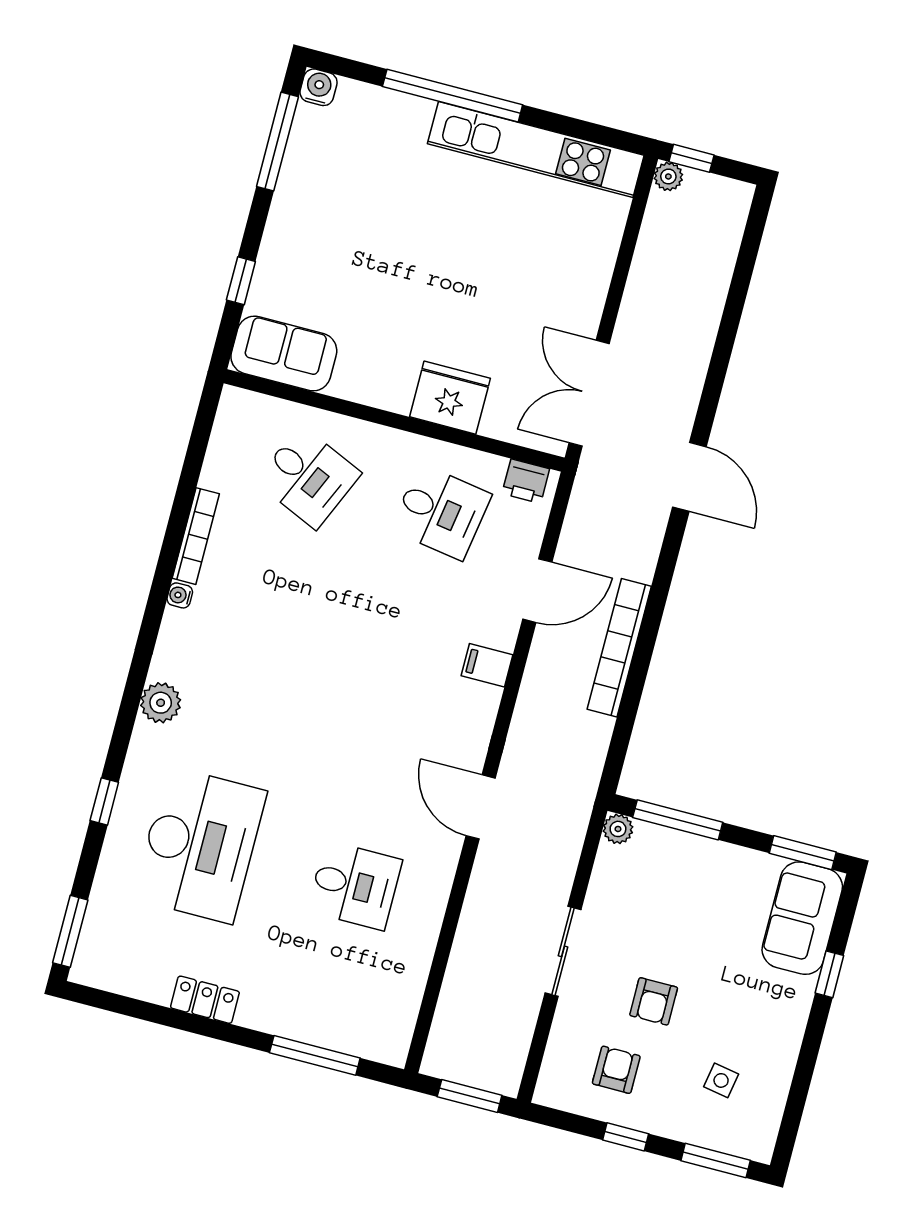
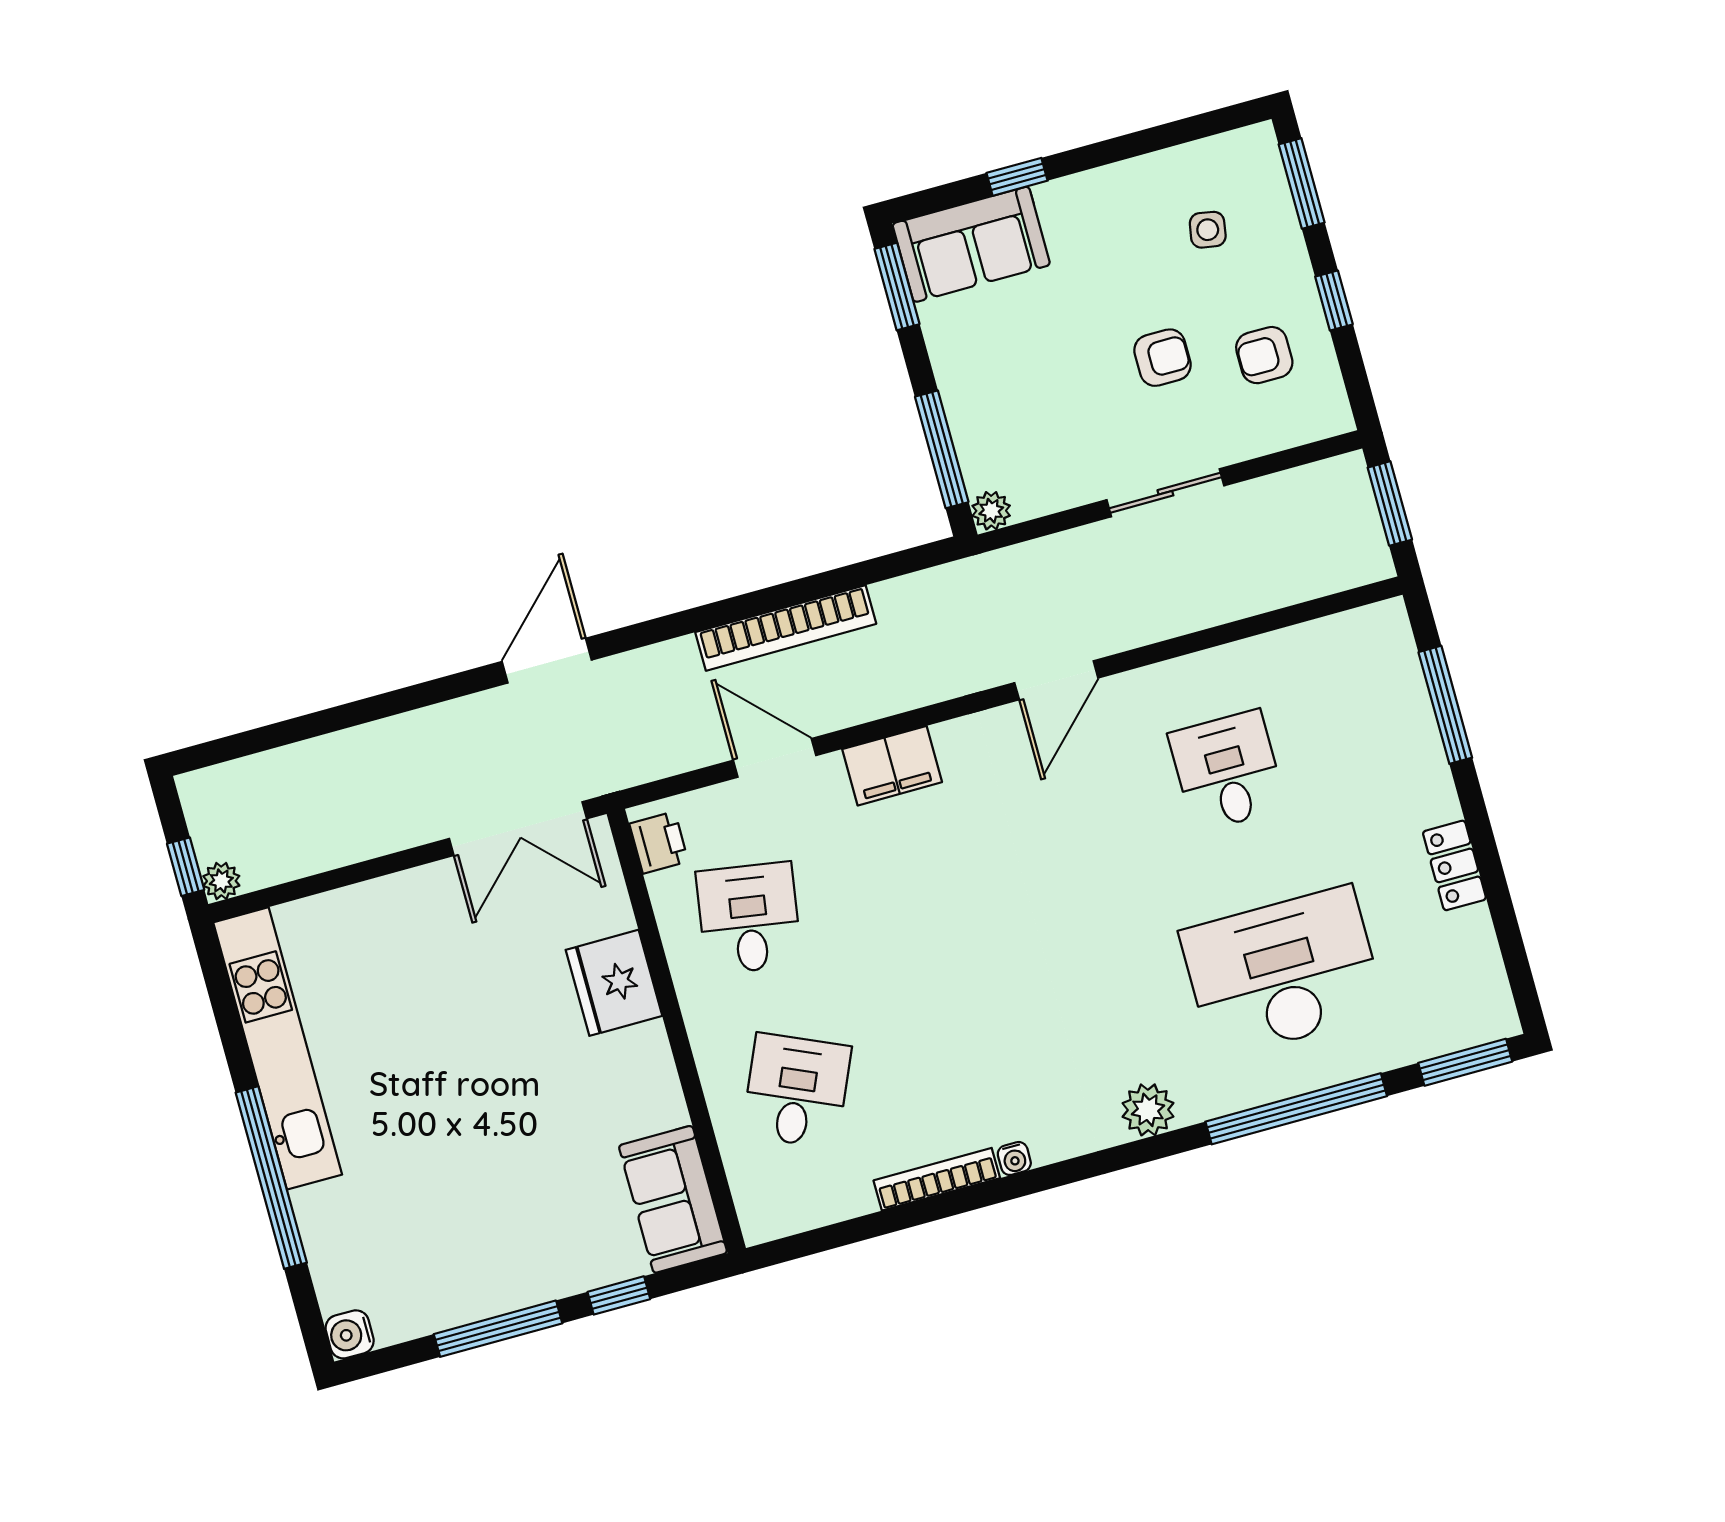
window: (277, 142) -> (498, 1329), moved
filing cabinet: (487, 665) -> (892, 766), width x2.00
window: (104, 801) -> (1296, 1109), width x3.17

